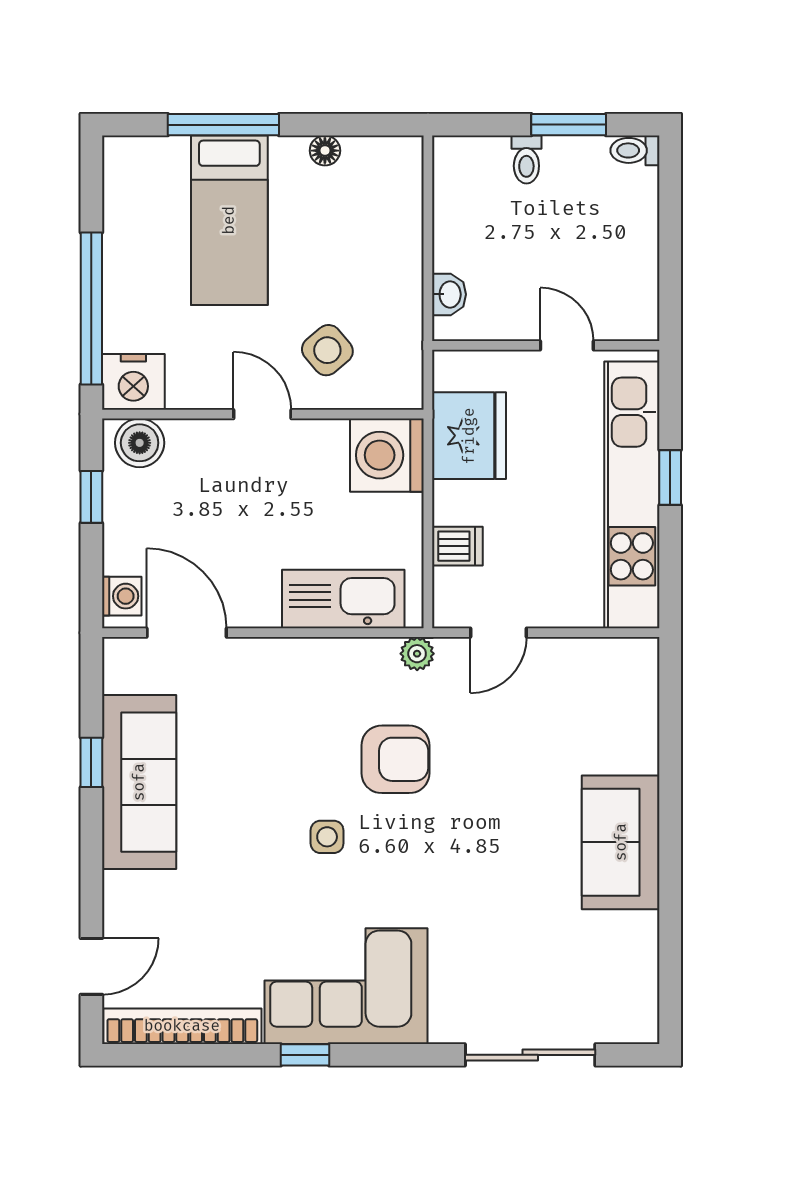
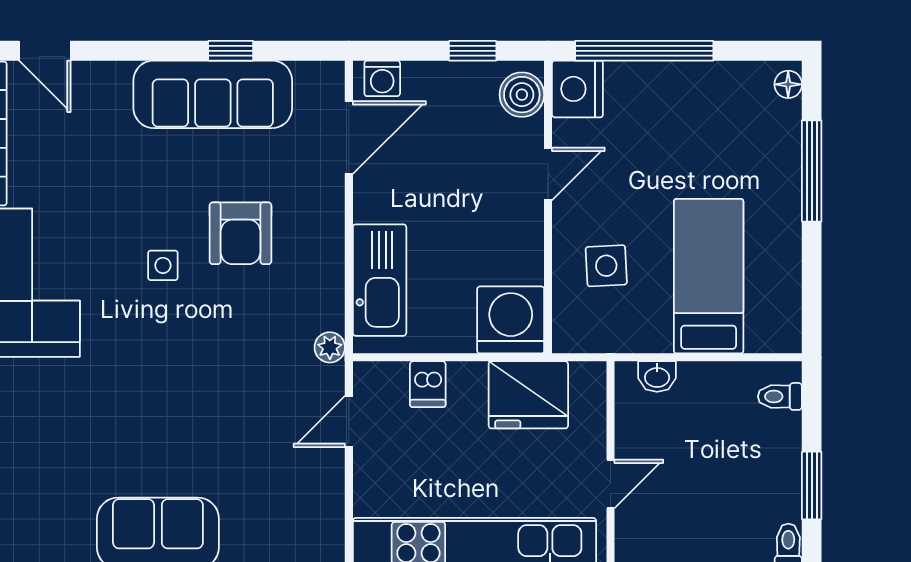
floor lamp: (325, 151) -> (788, 84), moved
toilet: (526, 160) -> (780, 396), moved
bed: (229, 220) -> (709, 276), moved, turned 90
side table: (327, 350) -> (606, 266), turned 37
door: (262, 414) -> (548, 174), moved
door: (498, 633) -> (349, 422), hinge flipped
armchair: (395, 759) -> (241, 233), moved

